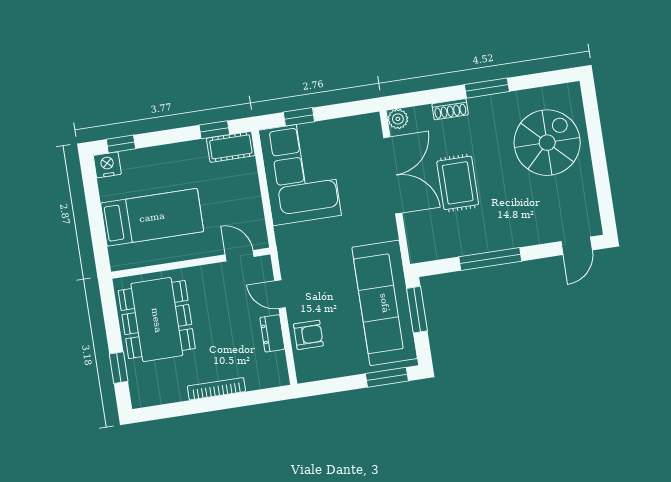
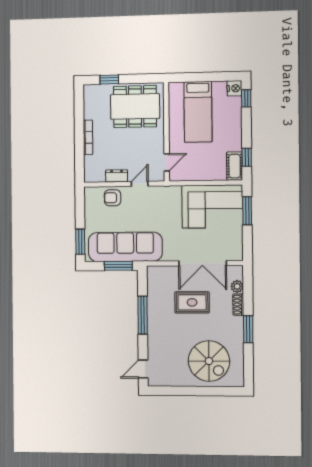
window: (299, 117) -> (247, 211), width x1.50
plant: (398, 119) -> (237, 286), moved
door: (577, 246) -> (143, 369), hinge flipped
armchair: (308, 335) -> (113, 198), turned 90

